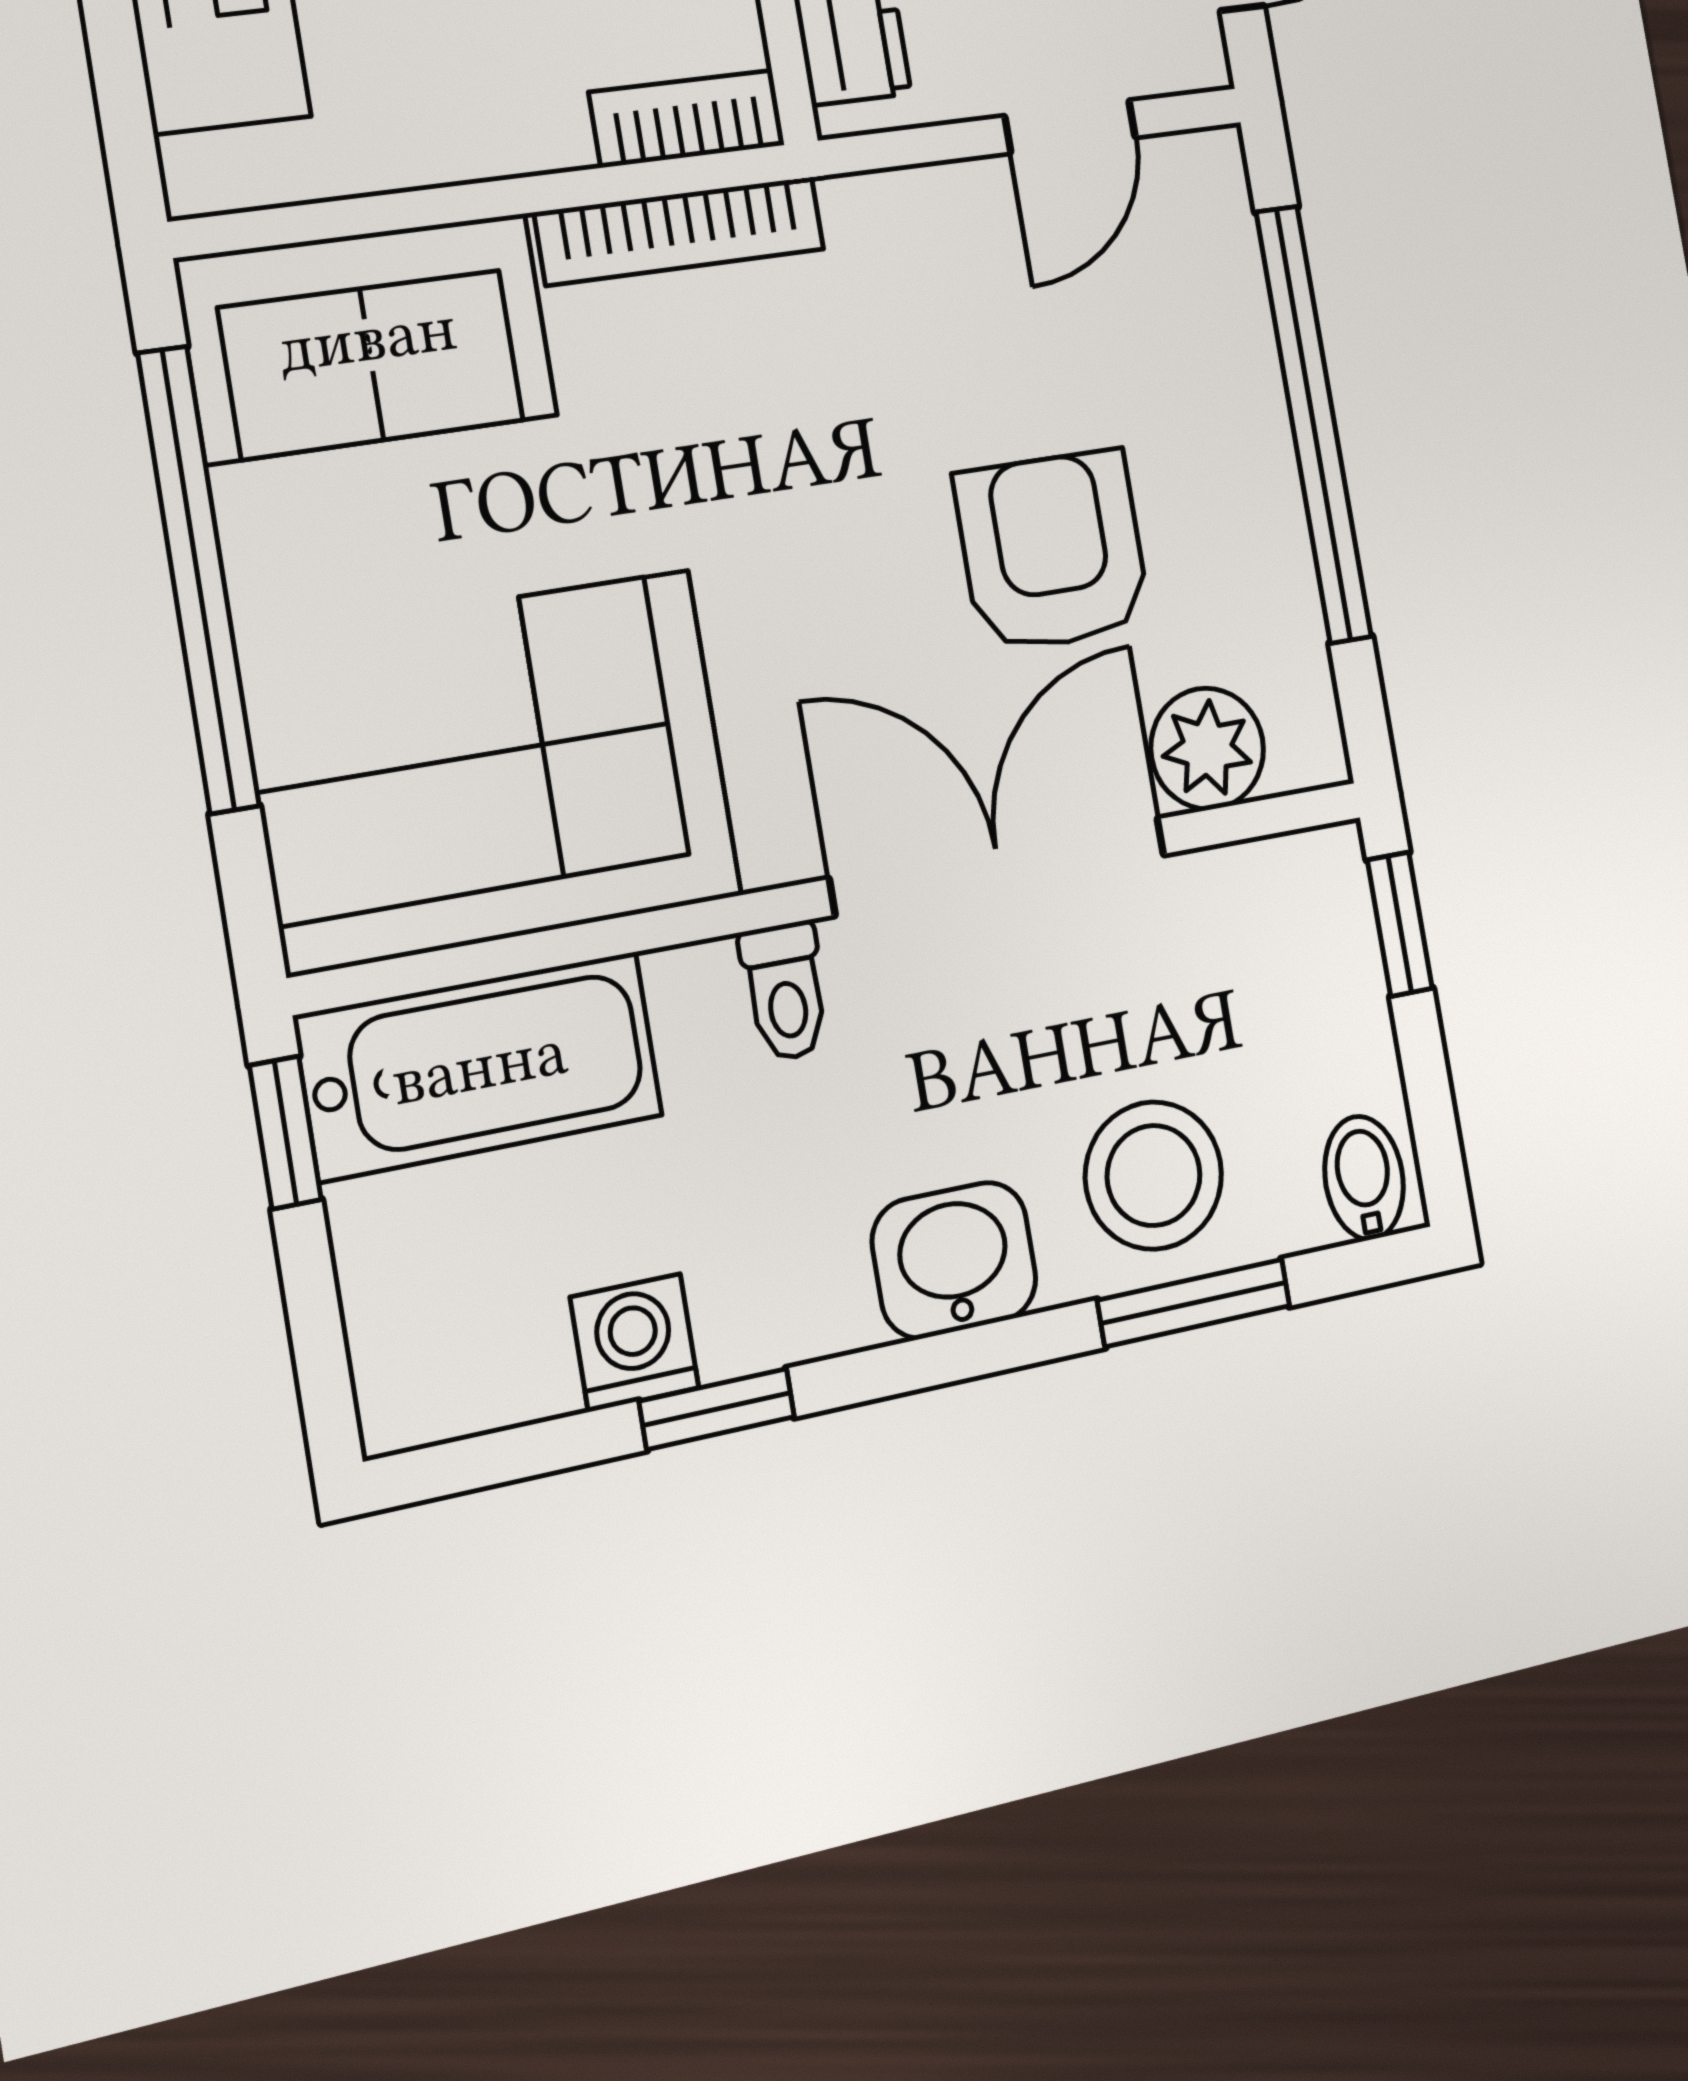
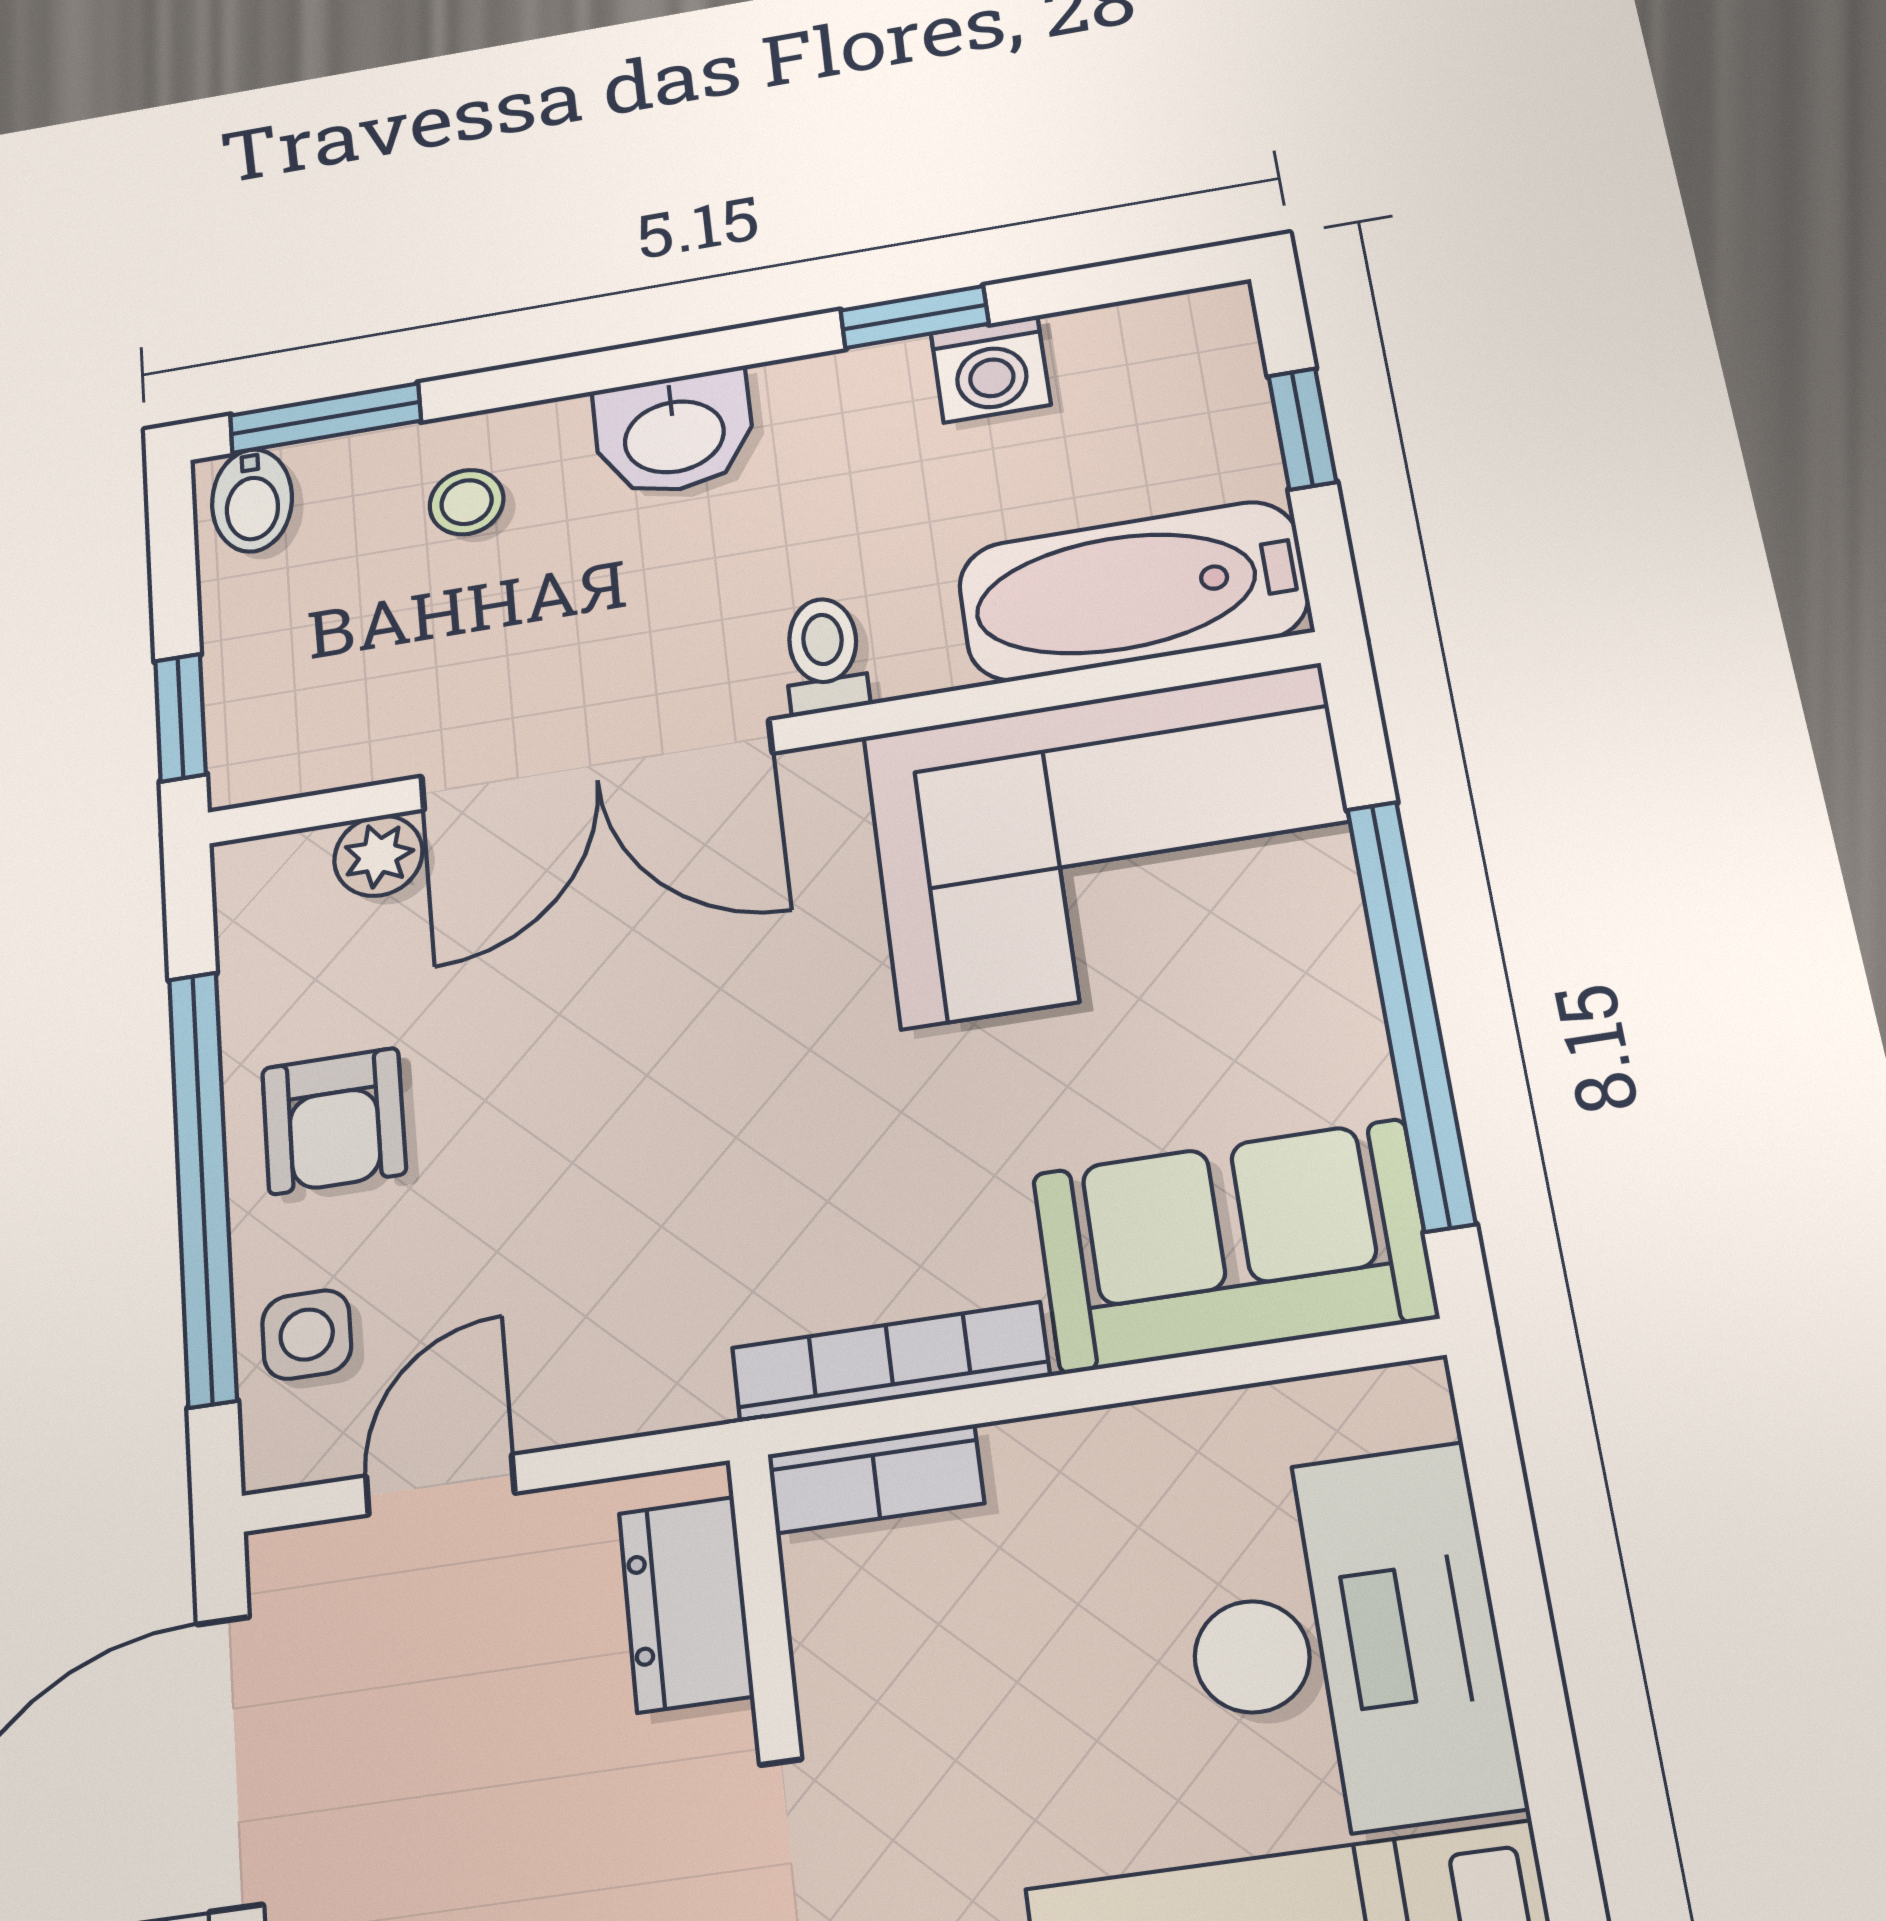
side table: (1203, 274) -> (307, 1335), added
armchair: (1053, 551) -> (334, 1121), moved, width x0.72, depth x0.72
plant: (1207, 749) -> (378, 856), width x0.73, depth x0.73
window: (285, 1133) -> (1302, 429), moved
stool: (1154, 1175) -> (467, 502), width x0.53, depth x0.53
window: (1194, 1303) -> (325, 418), moved

